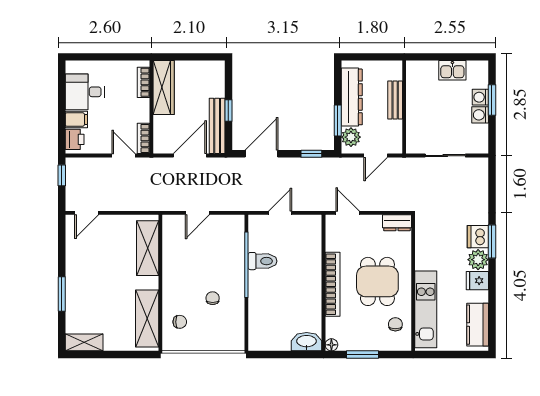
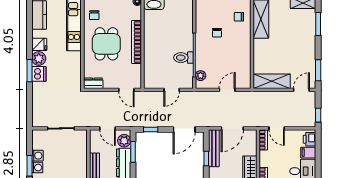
door: (376, 156) -> (108, 128), swing flipped
plant: (237, 234) -> (201, 76), added
window: (62, 242) -> (318, 70), added
shelving: (148, 248) -> (272, 81), moved, turned 90
window: (62, 294) -> (318, 24), moved

